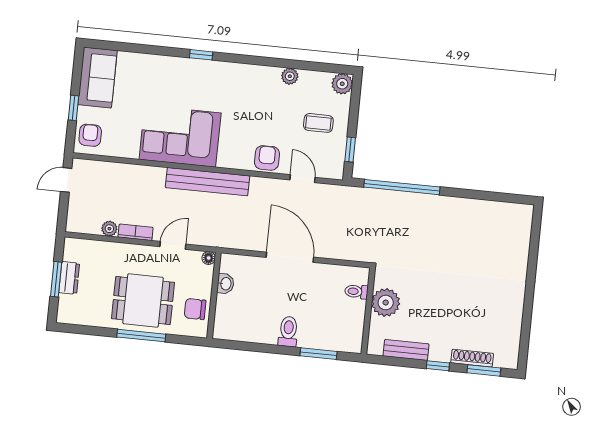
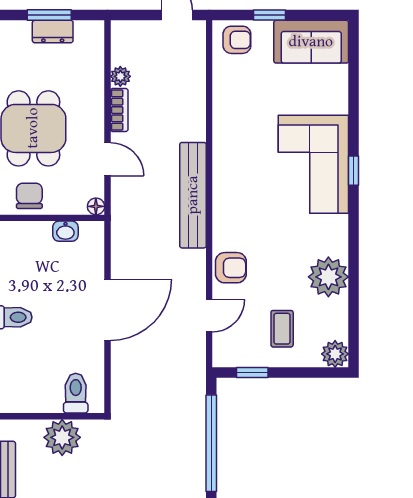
plant: (290, 76) -> (328, 277), width x1.87, depth x1.87
corner sofa: (180, 136) -> (313, 164), moved, turned 180
toilet: (356, 292) -> (76, 393), width x1.37, depth x1.39

